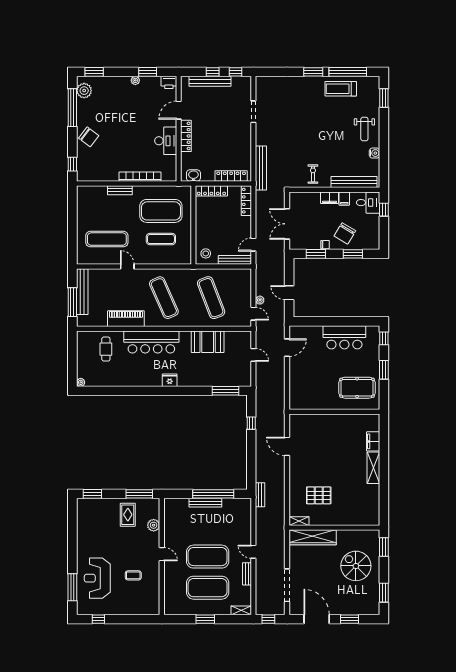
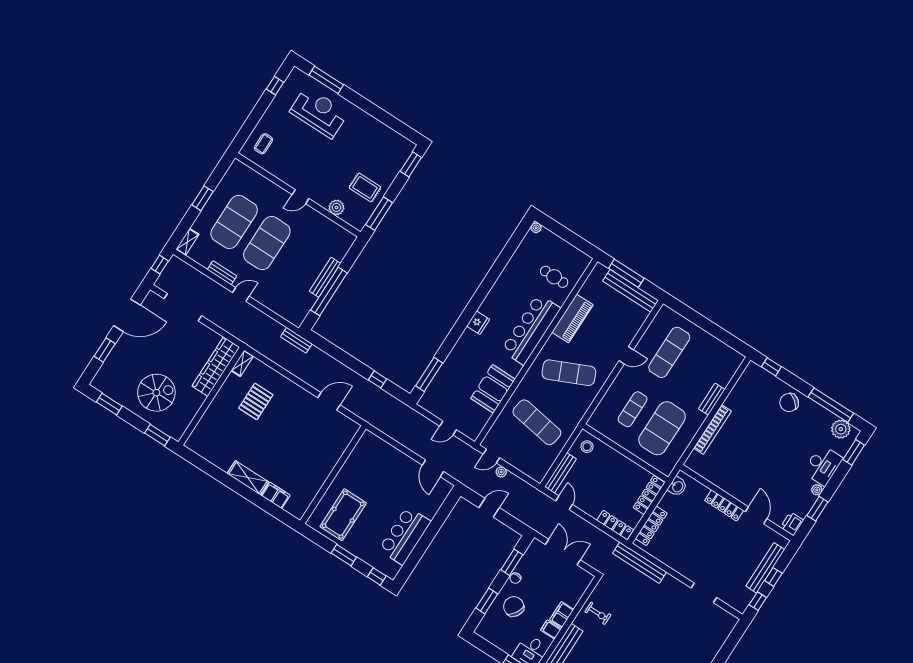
desk: (166, 141) -> (823, 465), moved, turned -90
exercise mat: (211, 298) -> (537, 422), turned 30
coffee table: (133, 575) -> (263, 144), moved

